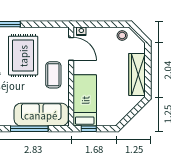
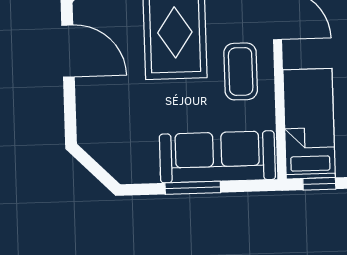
window: (29, 129) -> (193, 188), width x0.69

